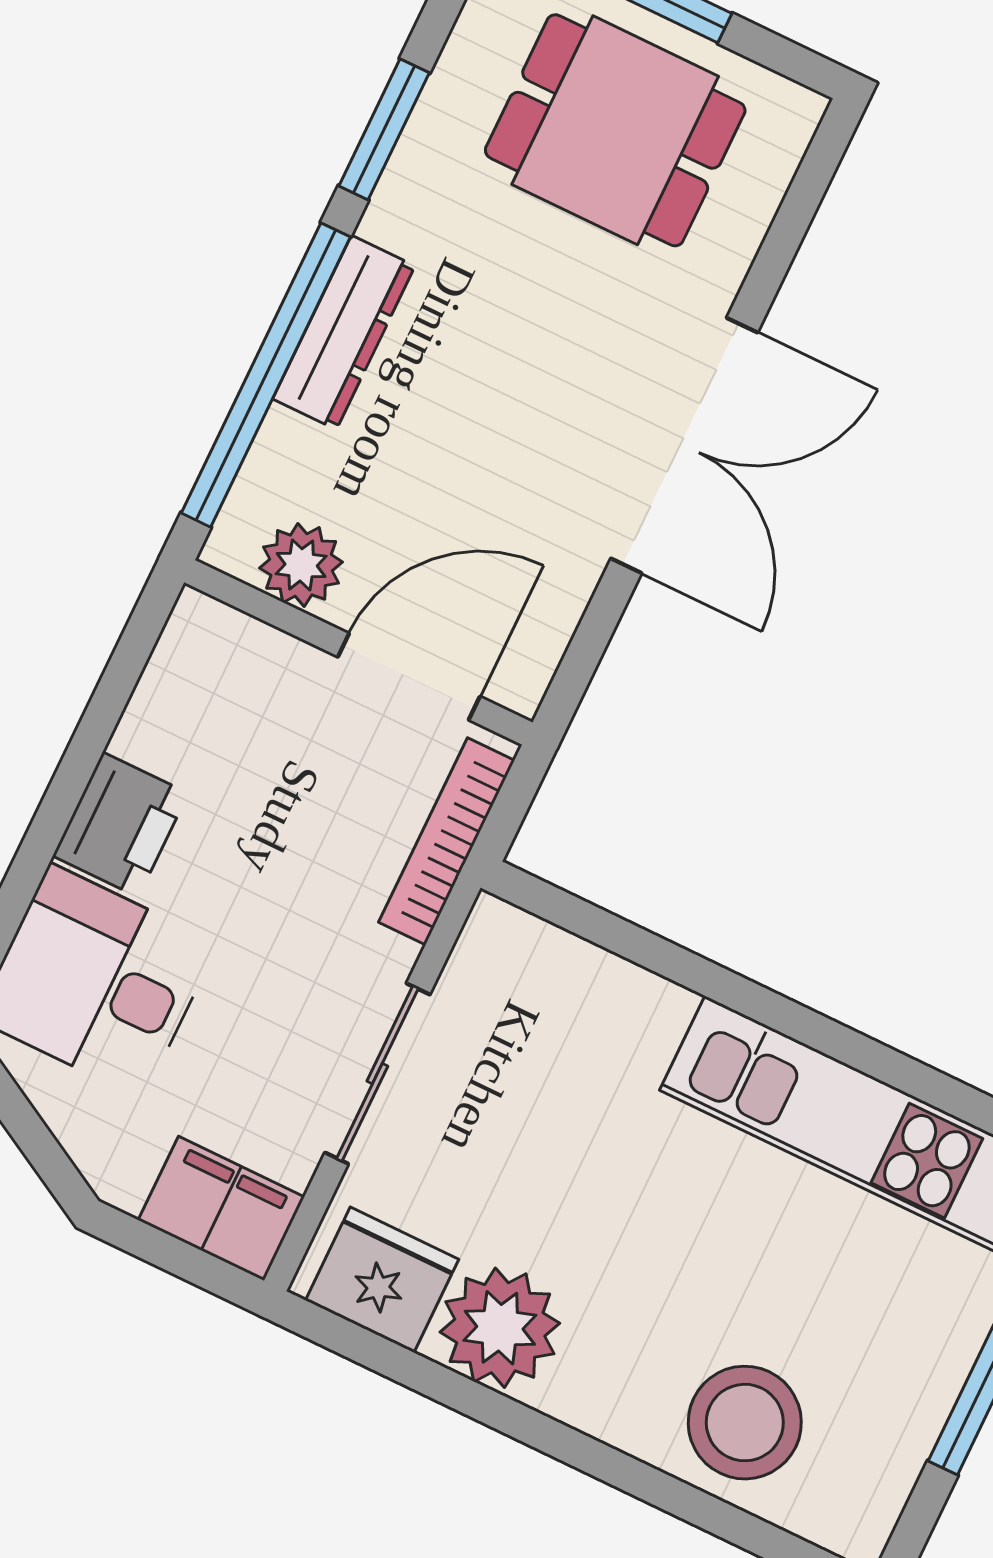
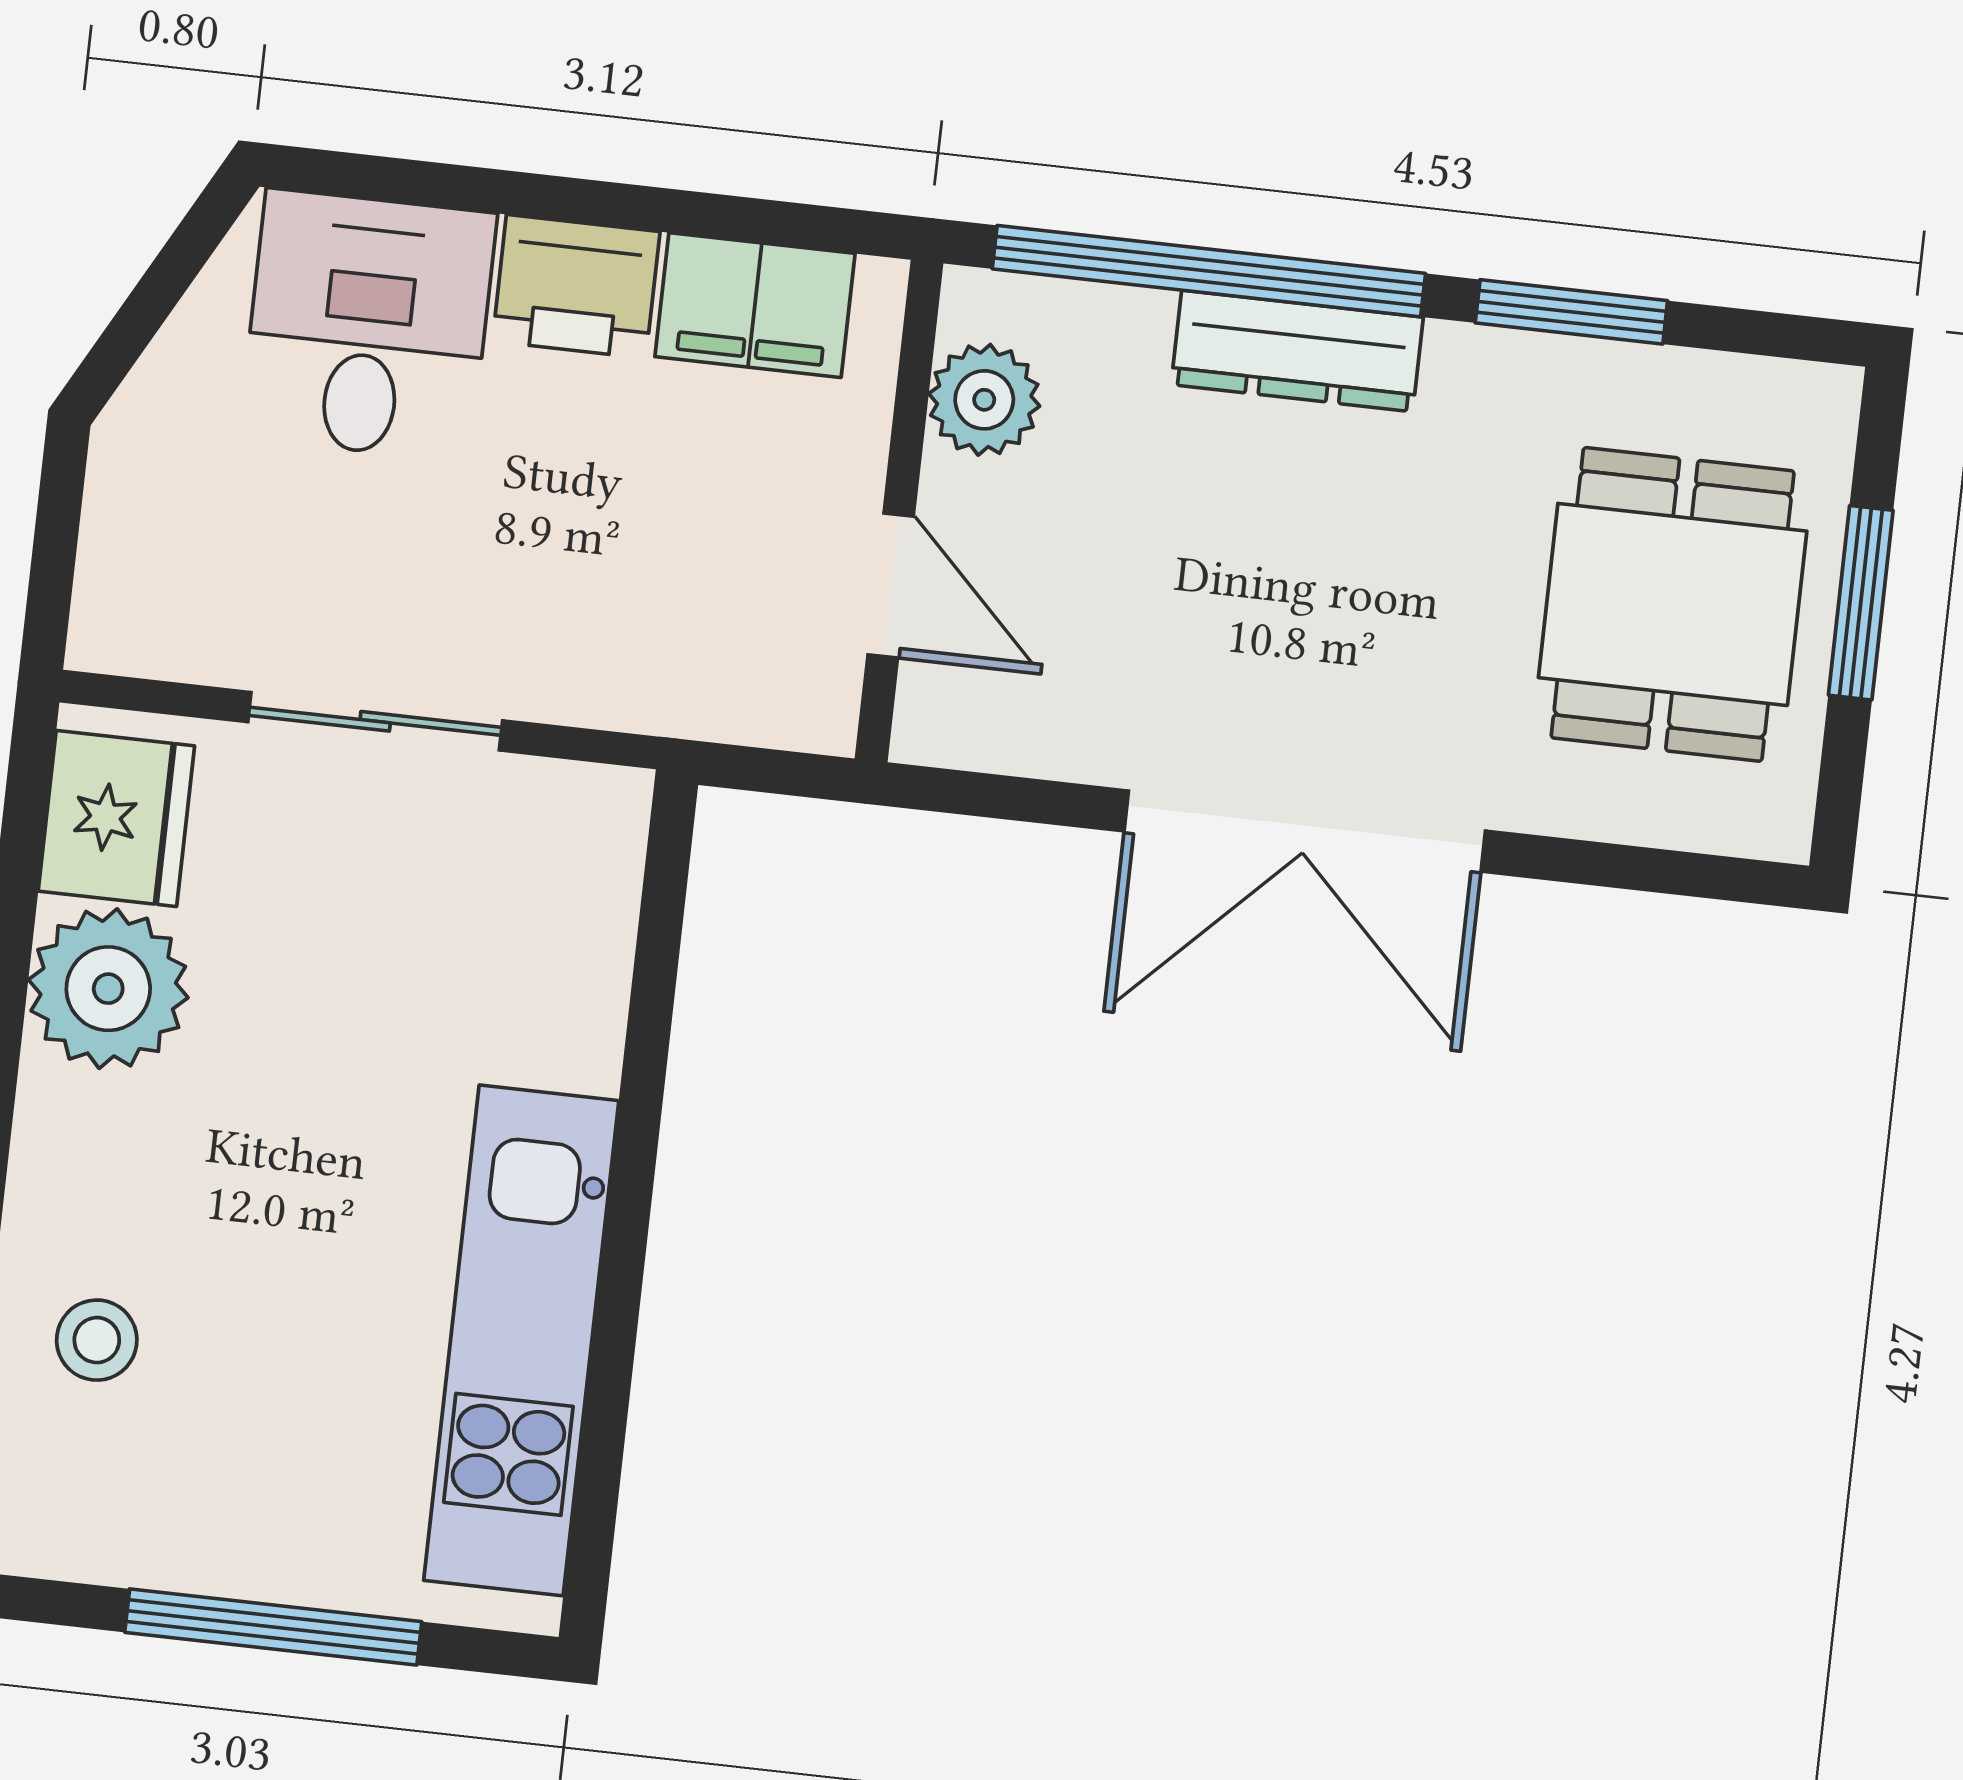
door: (409, 677) -> (891, 585), width x0.73
bookcase: (446, 841) -> (699, 706), removed
filing cabinet: (221, 1209) -> (755, 305), moved, turned 90
stool: (745, 1423) -> (97, 1340), width x0.53, depth x0.53

